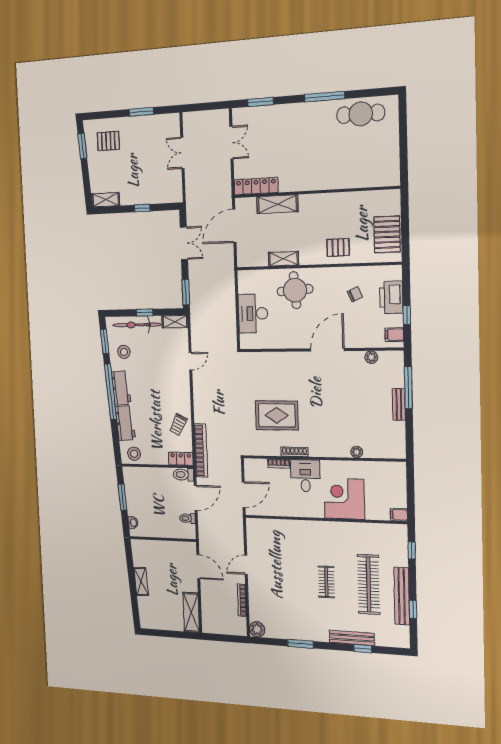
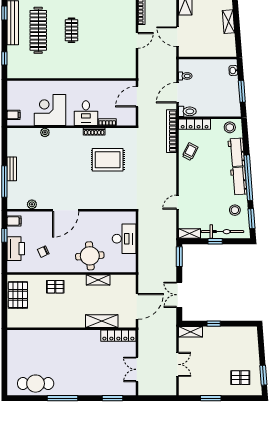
shelving: (106, 200) -> (191, 332), moved
locker: (181, 459) -> (195, 124), width x1.53
corner desk: (344, 499) -> (50, 110), moved, turned 180
filing cabinet: (399, 515) -> (14, 115), moved

